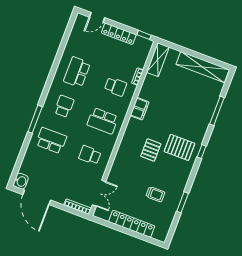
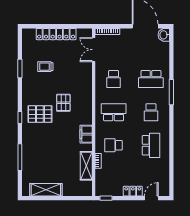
locker: (119, 34) -> (133, 191), width x0.66
shelving: (158, 60) -> (86, 166), moved
shelving: (203, 67) -> (46, 190), width x0.68
school desk: (90, 155) -> (114, 79), turned 90

